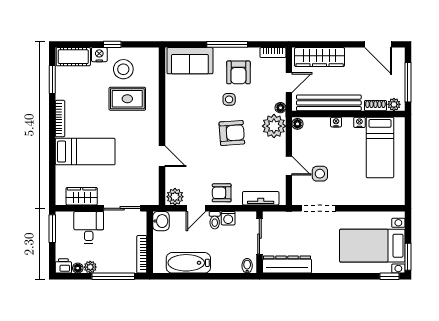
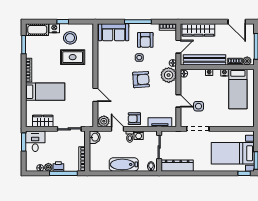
door: (196, 208) -> (117, 129), swing flipped
desk: (89, 227) -> (35, 141), moved
bathtub: (188, 263) -> (124, 164), moved
printer: (63, 266) -> (58, 167), moved

